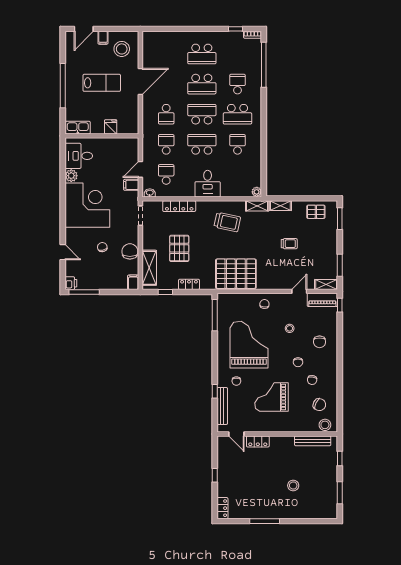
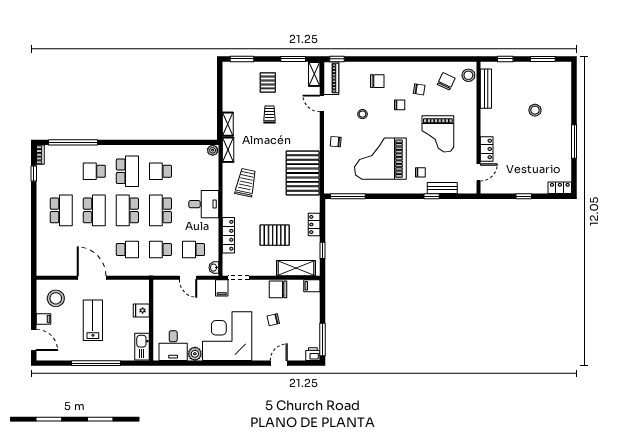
filing cabinet: (131, 185) -> (222, 288), moved
pallet: (316, 212) -> (268, 82), moved
bench: (222, 406) -> (442, 188), width x0.73

